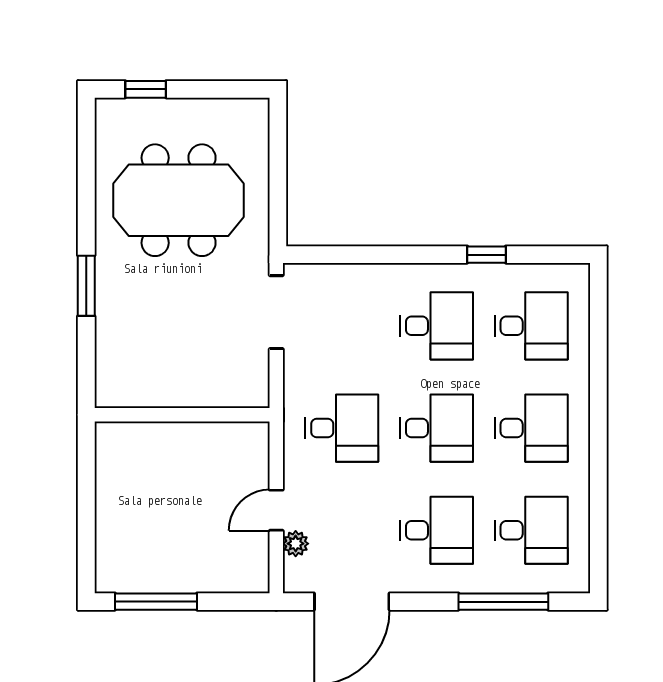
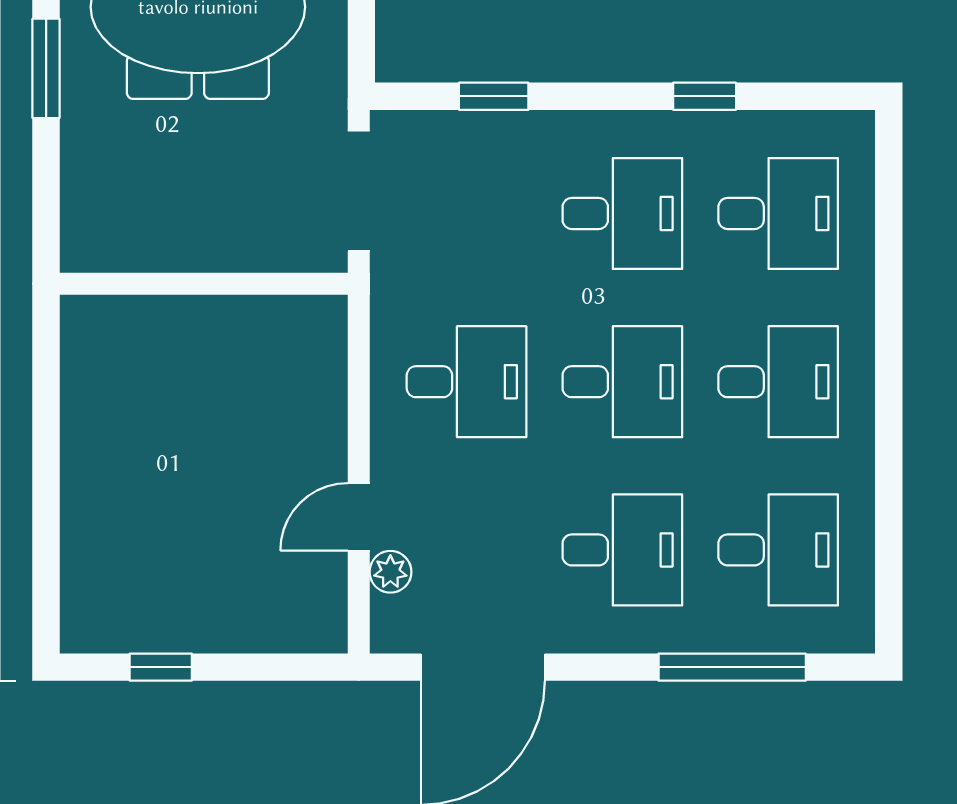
window: (358, 255) -> (494, 96), added
window: (86, 286) -> (46, 68), moved
wall: (182, 415) -> (204, 284), moved
window: (156, 602) -> (161, 667), width x0.46

